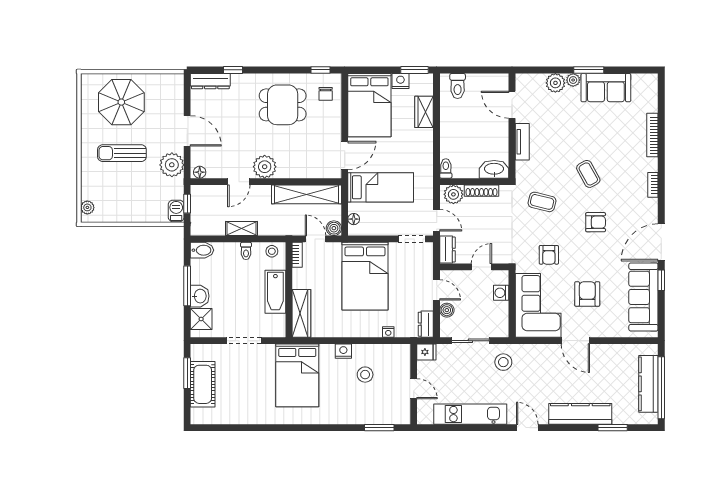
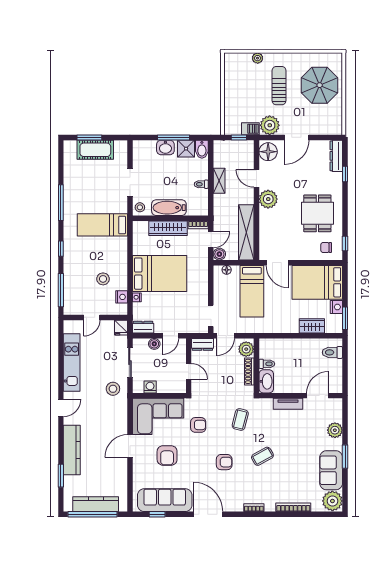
plant: (573, 80) -> (332, 501), moved, width x1.87, depth x1.87
toilet: (446, 168) -> (267, 364), moved
floor lamp: (200, 172) -> (268, 152), width x1.89, depth x1.89
plant: (87, 207) -> (258, 58), moved
barbecue: (176, 211) -> (250, 129), moved
armchair: (596, 222) -> (224, 462), turned -90
stool: (272, 251) -> (140, 207), moved
armchair: (549, 255) -> (198, 425), turned 180
bed: (365, 276) -> (160, 274), moved, turned 180
window: (661, 280) -> (157, 514), moved
washing machine: (501, 293) -> (150, 387), moved
armchair: (587, 294) -> (167, 455), turned 90
wardrobe: (301, 313) -> (168, 228), moved
shower: (201, 319) -> (186, 149), moved
nightstand: (343, 351) -> (122, 297), moved
window: (187, 373) -> (89, 137), moved
bed: (297, 375) -> (102, 225), width x0.67
window: (269, 428) -> (61, 203), added
window: (327, 428) -> (61, 249), added
window: (379, 428) -> (61, 290), width x1.44

